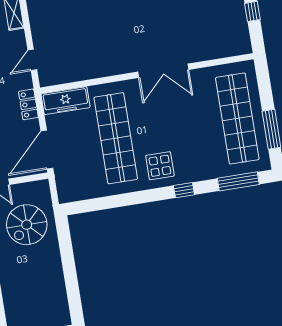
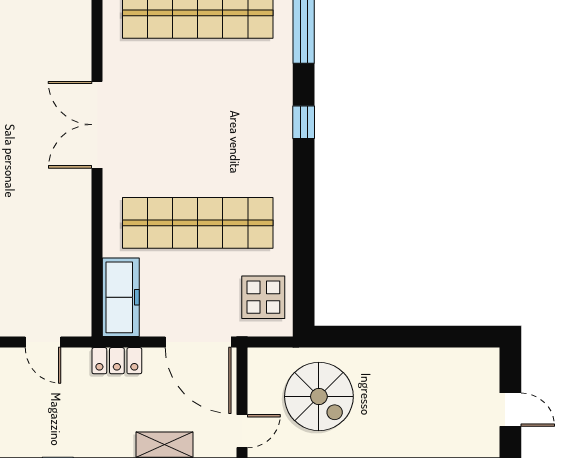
double door: (163, 71) -> (97, 125), swing flipped
display table: (160, 166) -> (263, 297), moved

